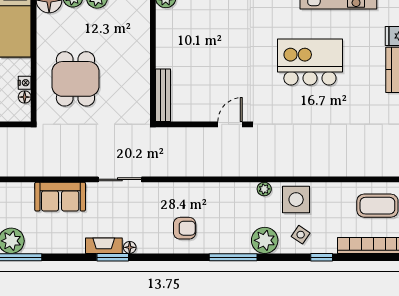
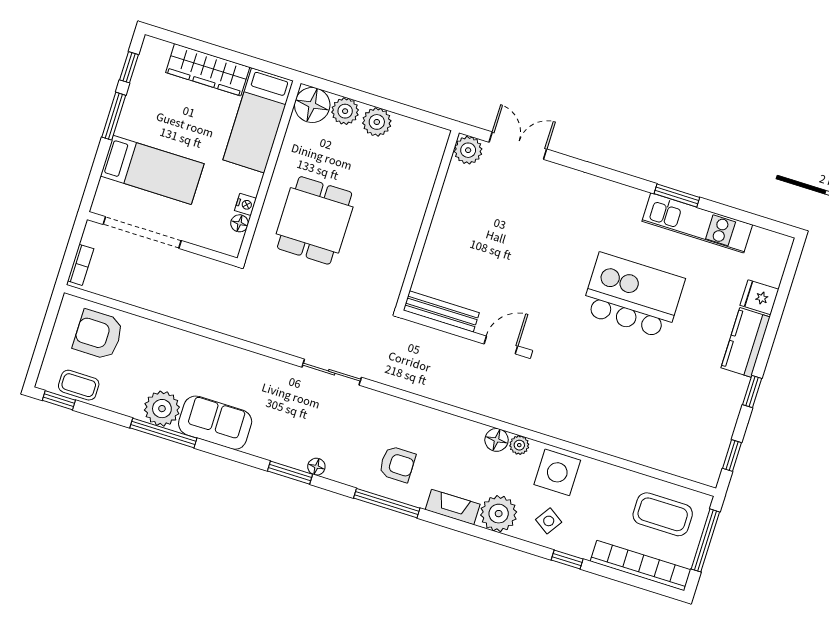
bench: (163, 95) -> (441, 311), moved, turned 90
floor lamp: (247, 190) -> (497, 440), added
sofa: (60, 197) -> (215, 423), moved, turned 180
fireplace: (104, 246) -> (453, 507), moved
window: (233, 257) -> (387, 503), moved

